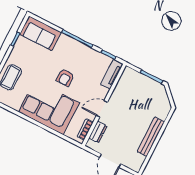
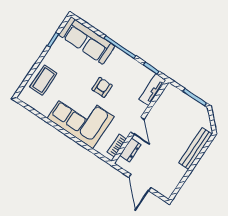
sofa: (40, 33) -> (87, 41), width x1.36
armchair: (65, 77) -> (102, 87), turned 180
door: (102, 109) -> (137, 126), swing flipped
bench: (151, 137) -> (196, 148), moved

